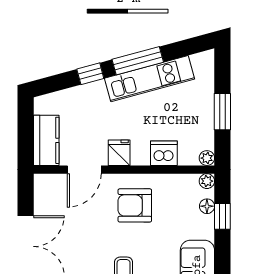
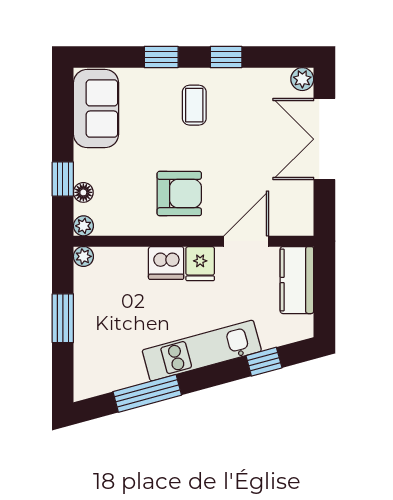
window: (138, 61) -> (147, 393), moved
window: (90, 74) -> (264, 362), moved
kitchen unit: (149, 79) -> (202, 351), moved
dishwasher: (164, 153) -> (166, 263), moved

